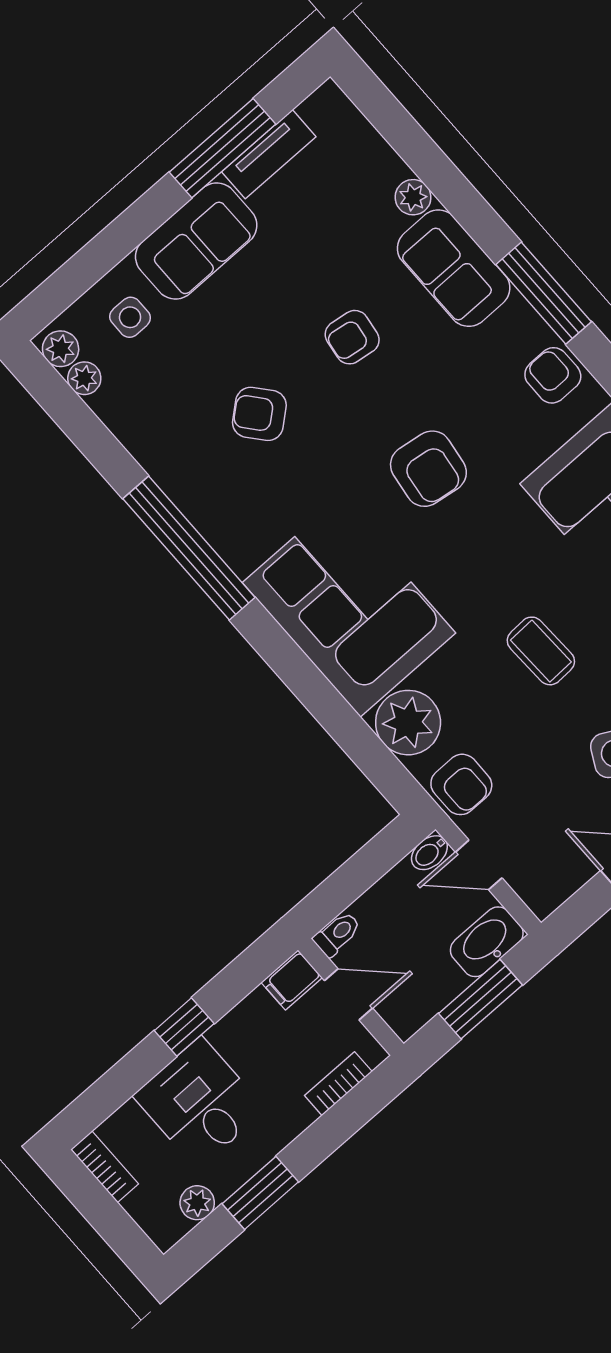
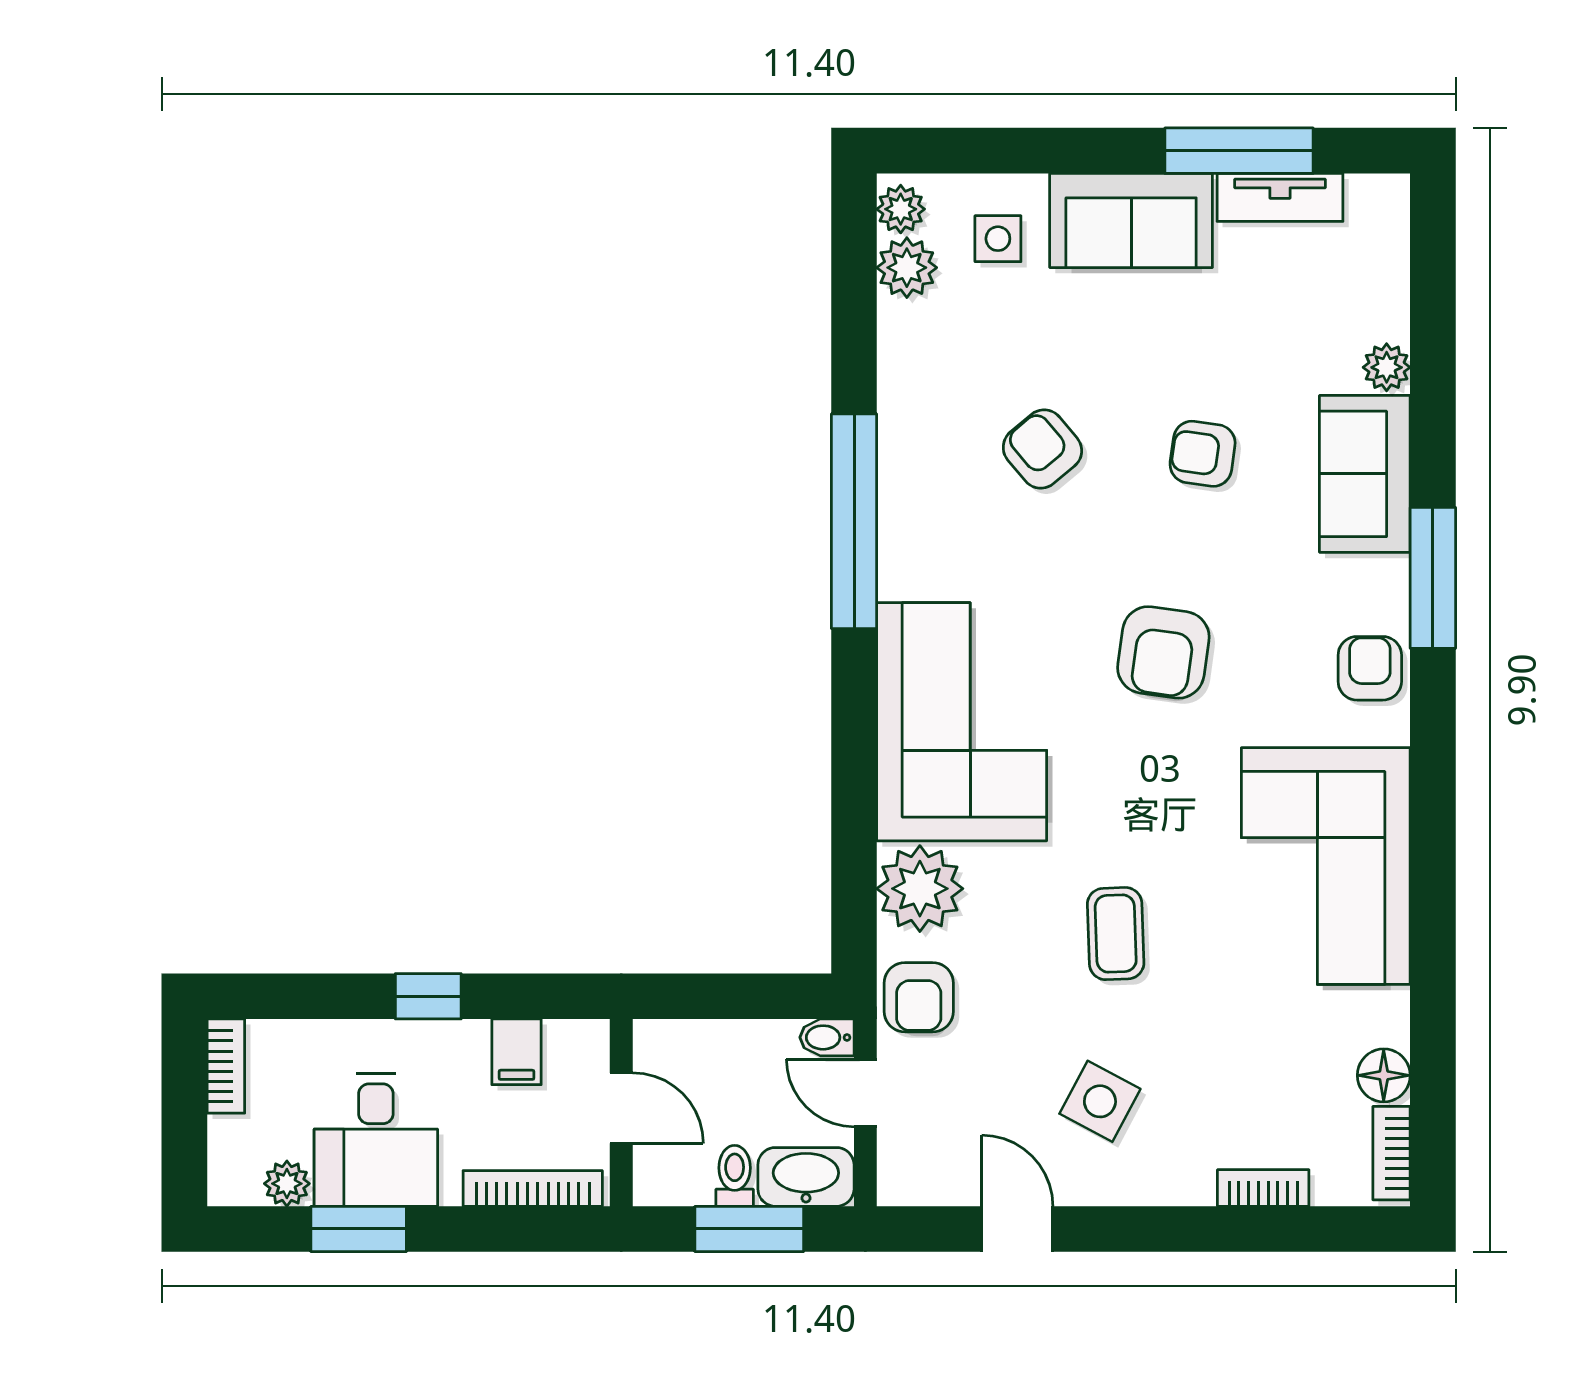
plant: (84, 378) -> (907, 268), width x1.38, depth x1.38
toilet: (337, 934) -> (735, 1176), moved, turned -90
filing cabinet: (292, 980) -> (516, 1052), moved, turned -90
bookcase: (338, 1084) -> (533, 1188), width x1.56
desk: (200, 1103) -> (376, 1140), moved, turned 180

